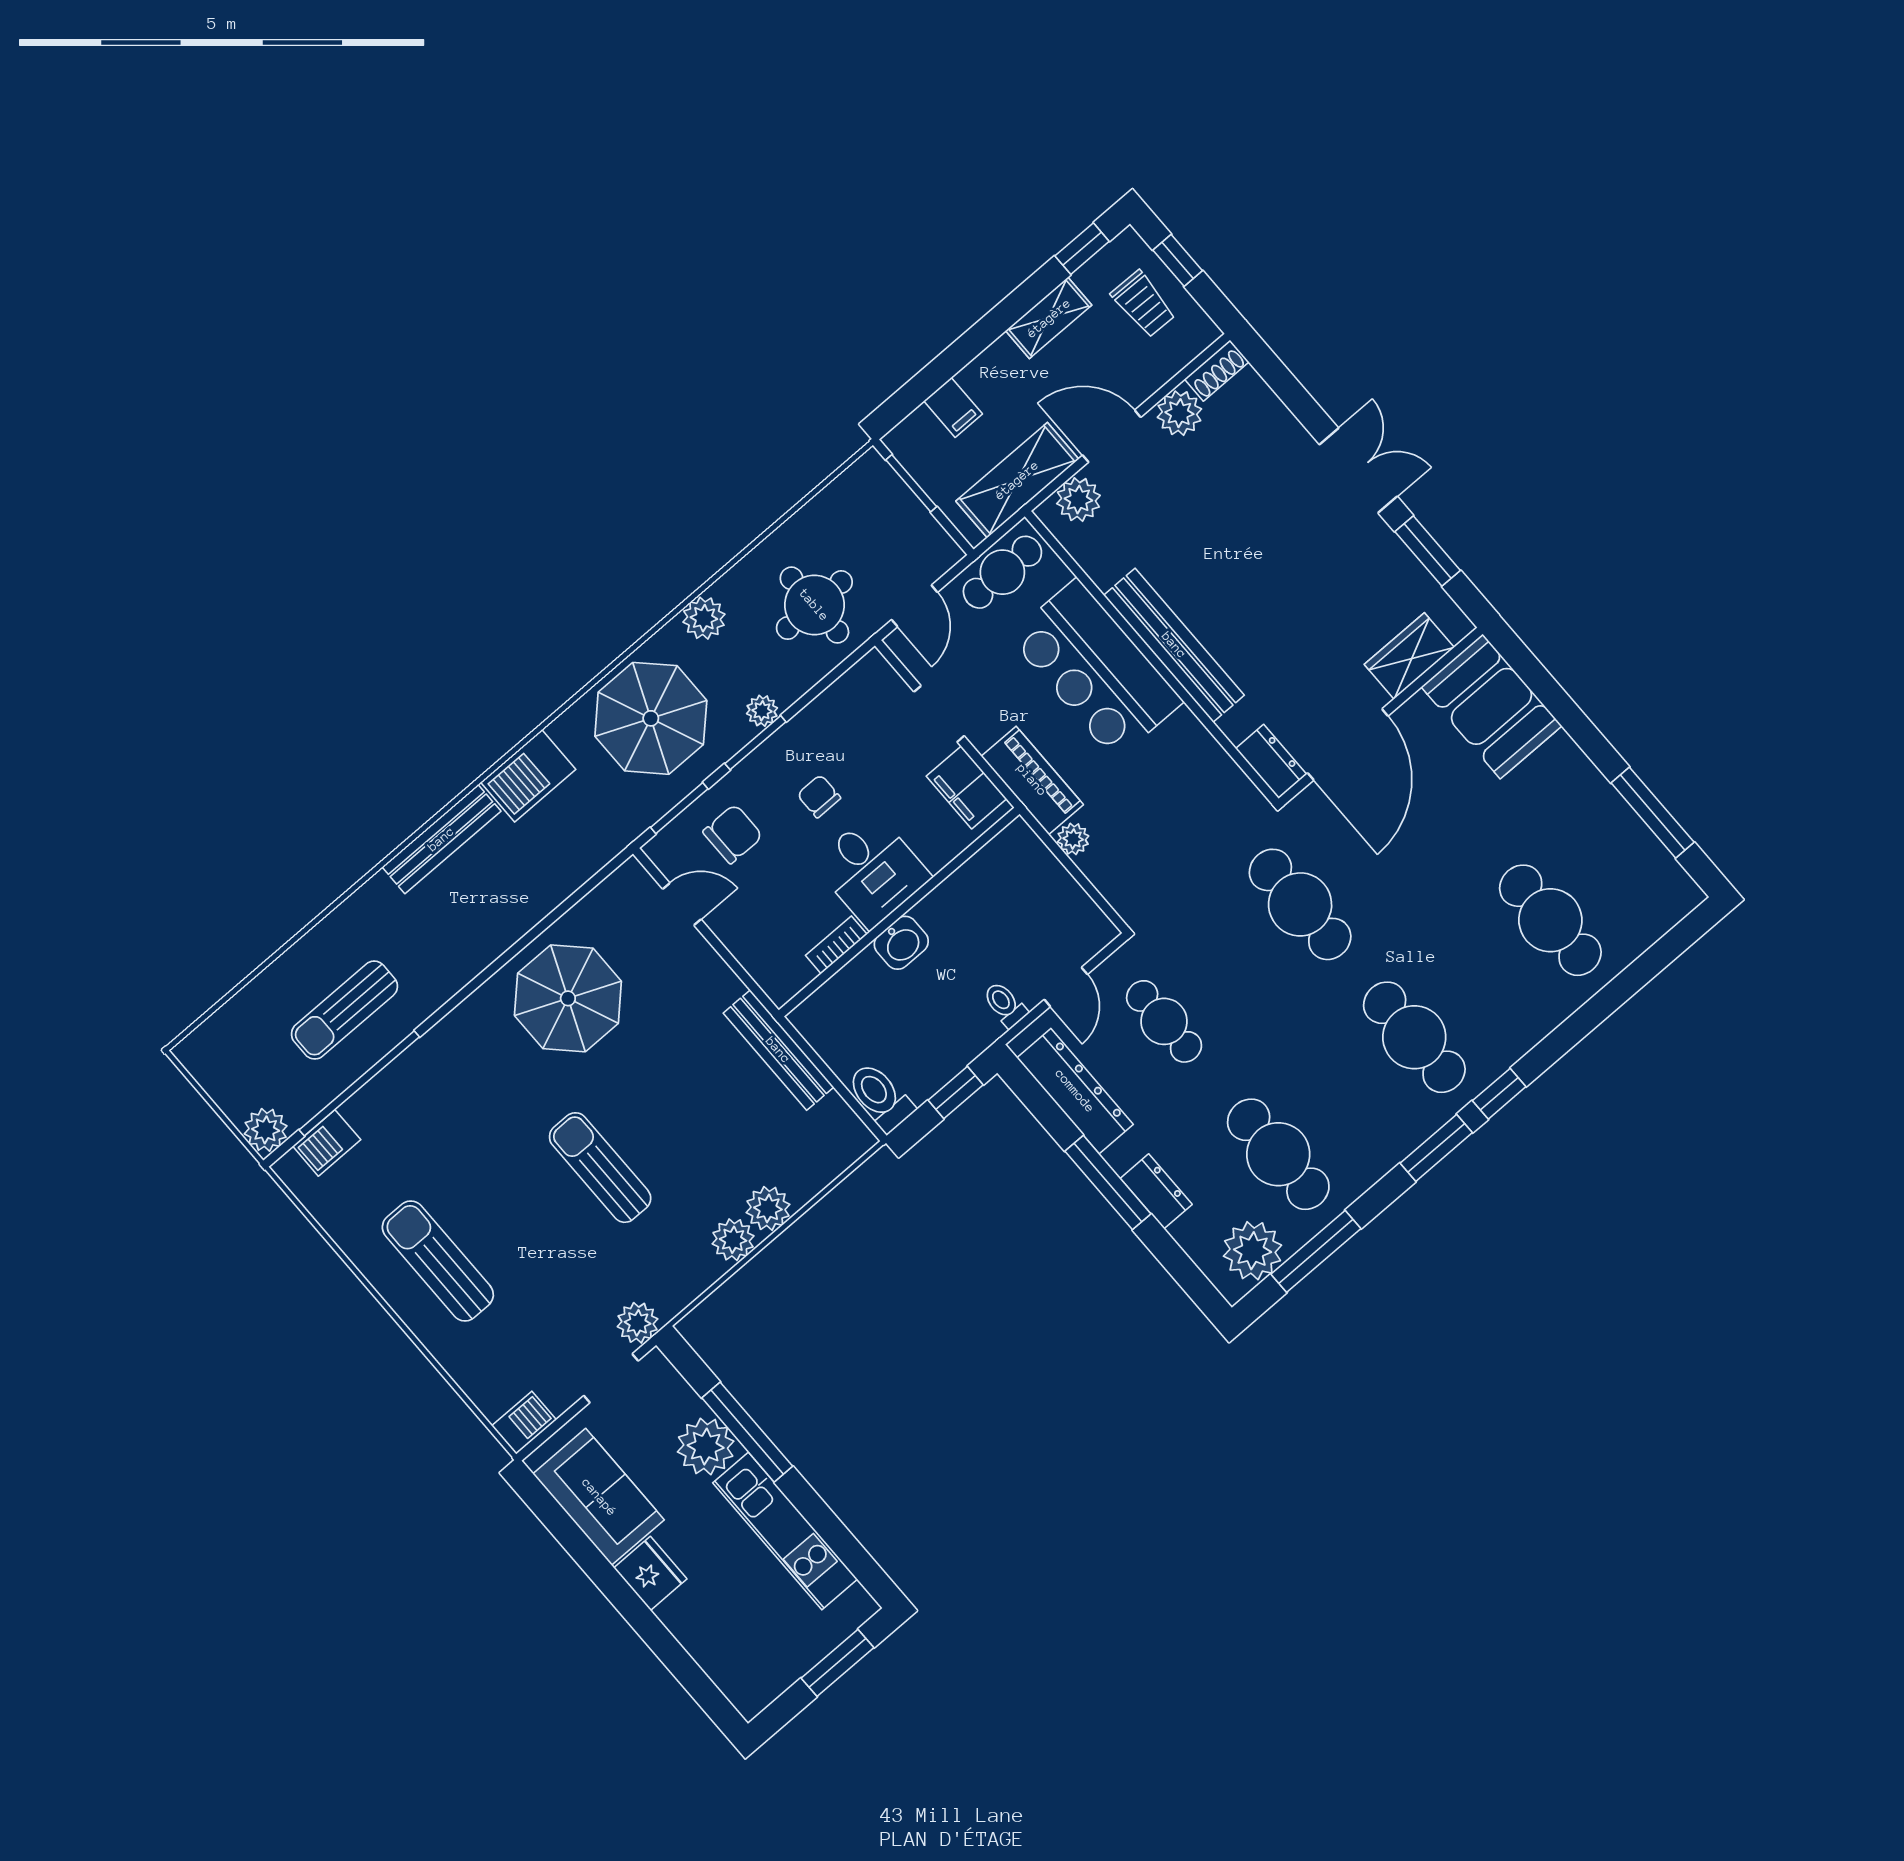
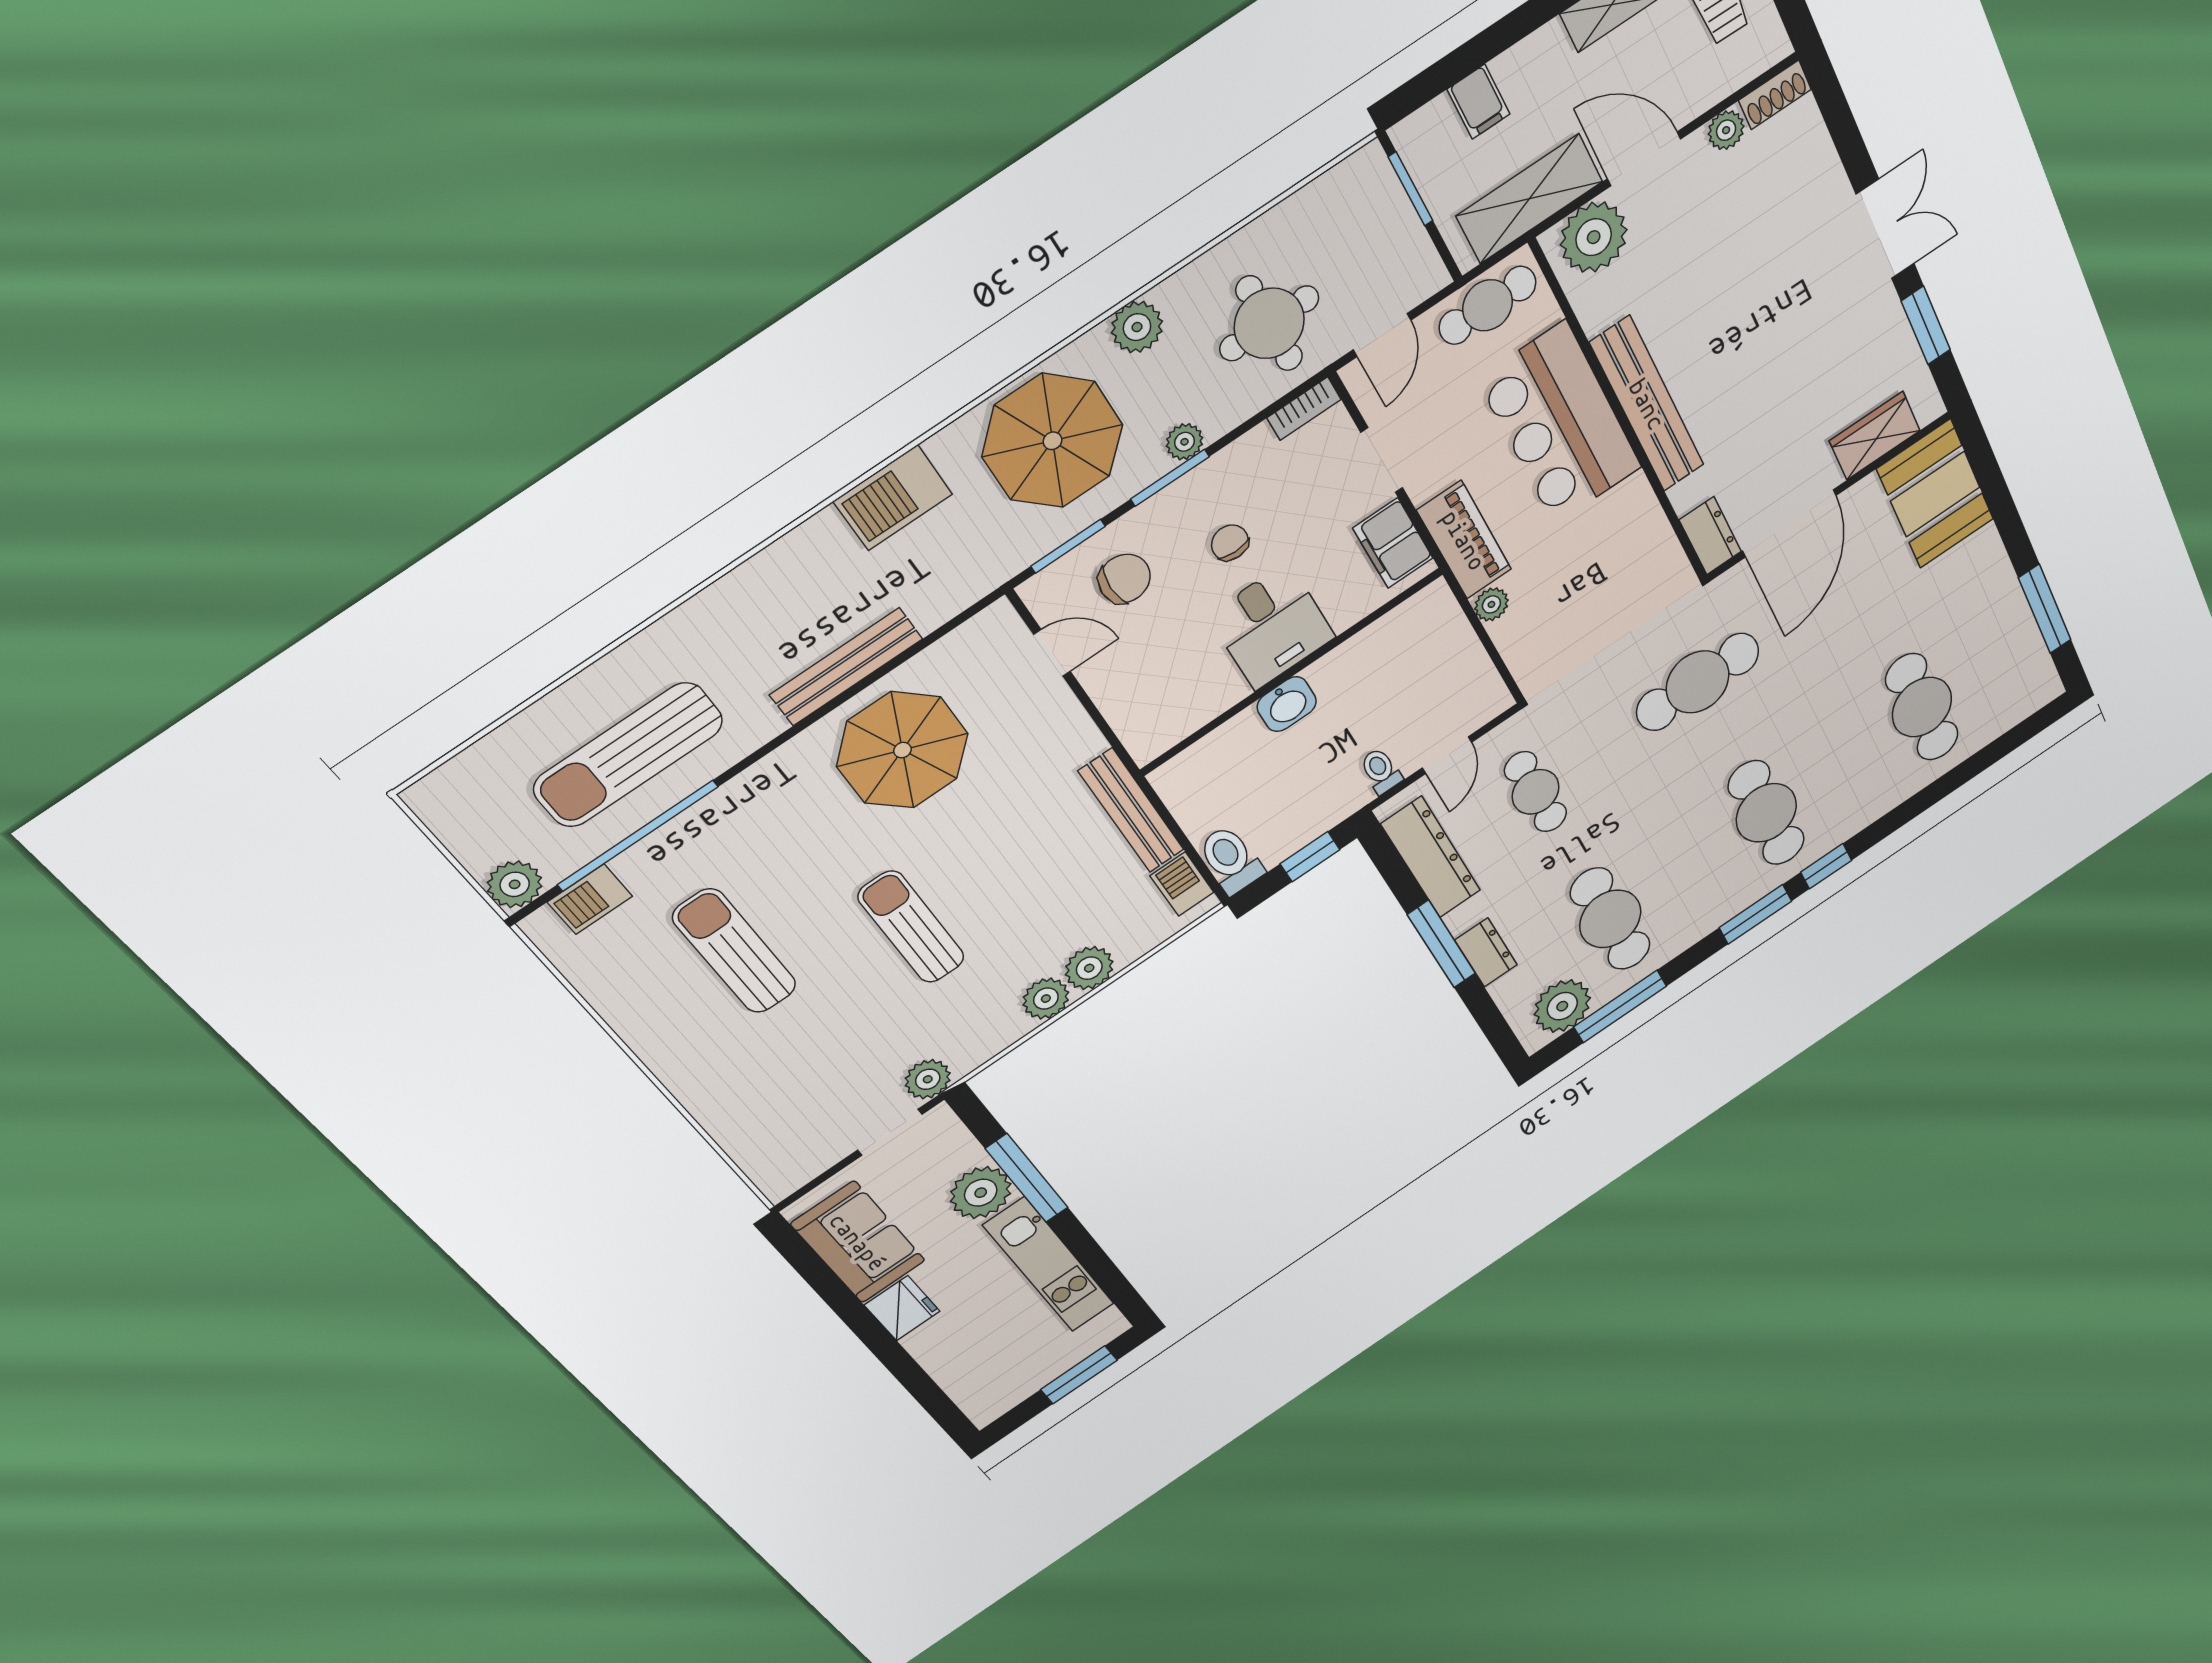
plant: (1179, 413) -> (1726, 130), width x0.73, depth x0.73
plant: (1078, 500) -> (1594, 237), width x1.36, depth x1.36
bench: (441, 839) -> (846, 667), moved
cafe table: (1300, 904) -> (1698, 682), turned 90
bookcase: (836, 945) -> (1304, 409), moved, turned 180
sun lounger: (344, 1010) -> (628, 755), width x1.36, depth x1.34
sun lounger: (438, 1261) -> (735, 951), moved
barbecue: (524, 1423) -> (1182, 884), moved, turned -90

